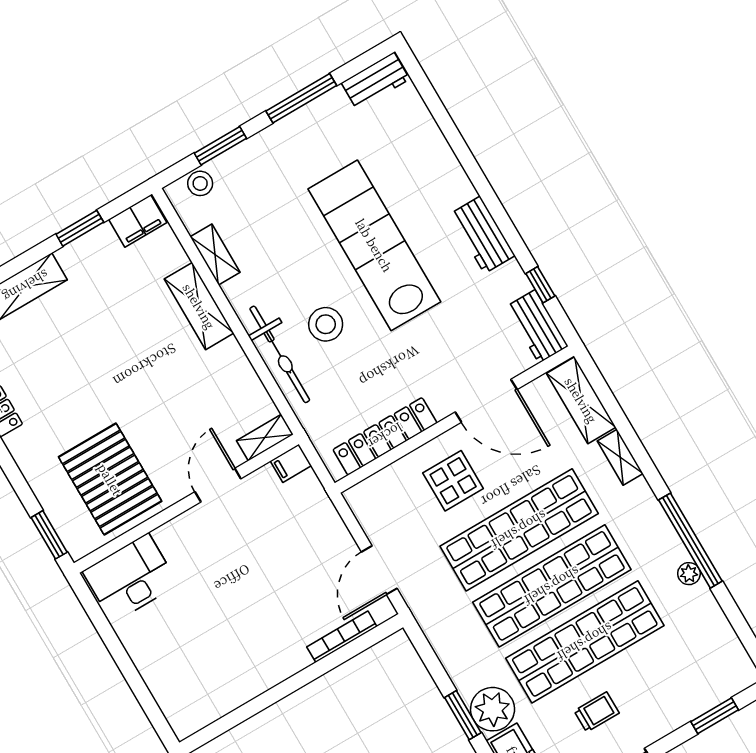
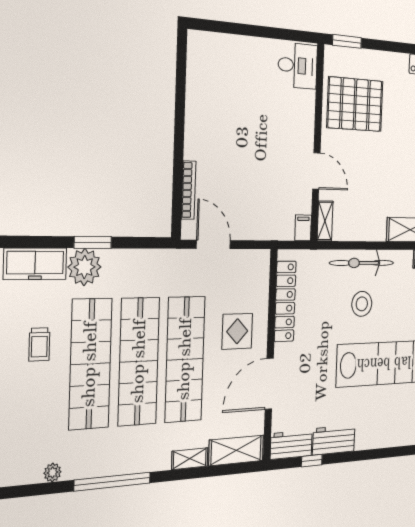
workbench: (482, 235) -> (334, 440), moved
plant: (689, 574) -> (53, 472), moved
desk: (130, 578) -> (298, 66), width x0.73

